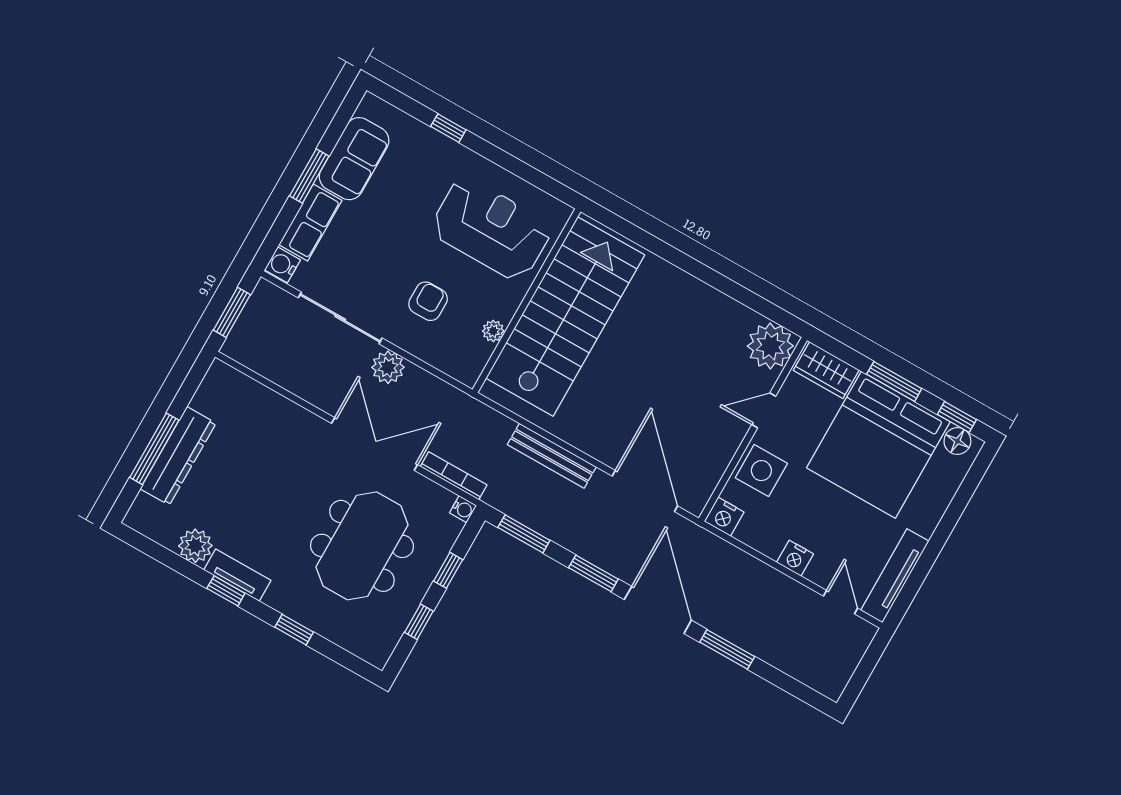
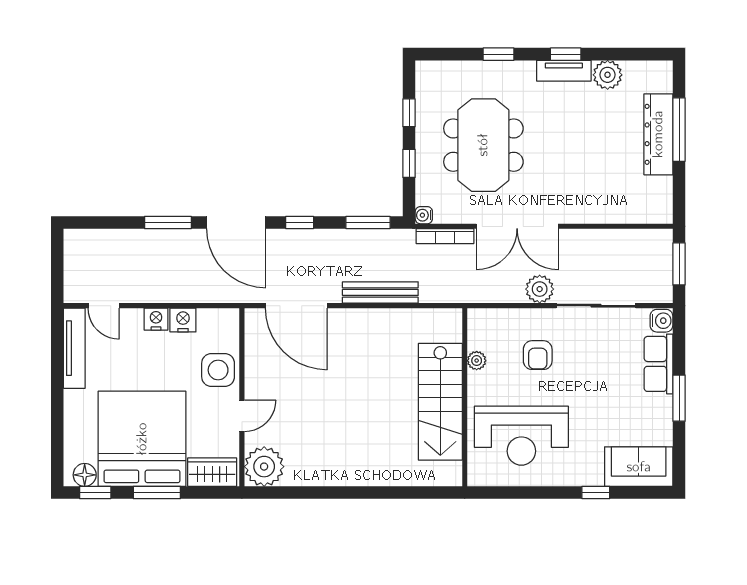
sofa: (354, 159) -> (639, 467), moved, turned 90
stairs: (565, 317) -> (440, 402), width x0.73, depth x0.66
nightstand: (724, 517) -> (183, 320), moved
window: (593, 573) -> (300, 223), width x0.67

